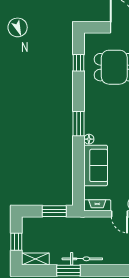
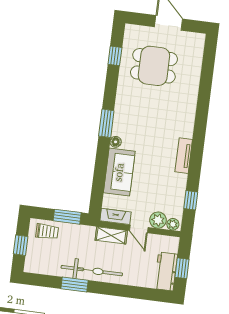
trolley: (38, 227) -> (47, 231), added
shelving: (35, 259) -> (111, 235), moved
bicycle: (82, 259) -> (92, 271), width x1.37, depth x1.40

